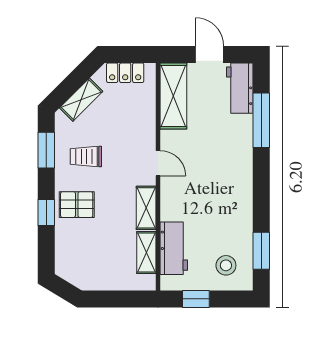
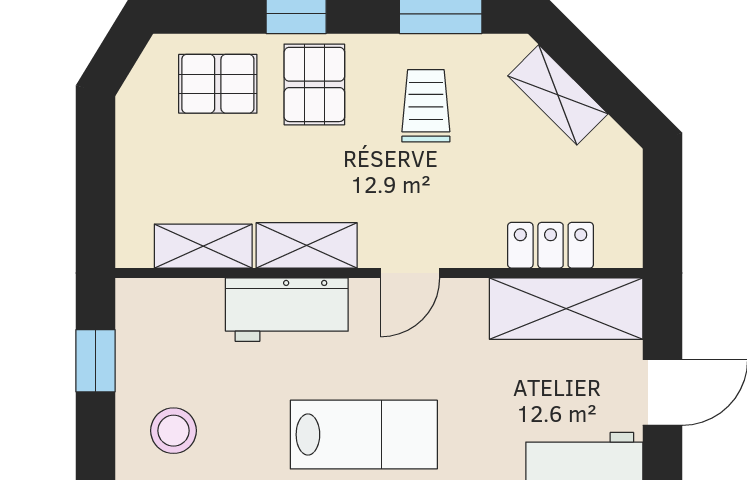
locker: (125, 73) -> (551, 245), moved, turned 90
lab bench: (228, 183) -> (364, 435), added
pallet: (76, 246) -> (218, 84), added
workbench: (174, 248) -> (287, 310), moved

